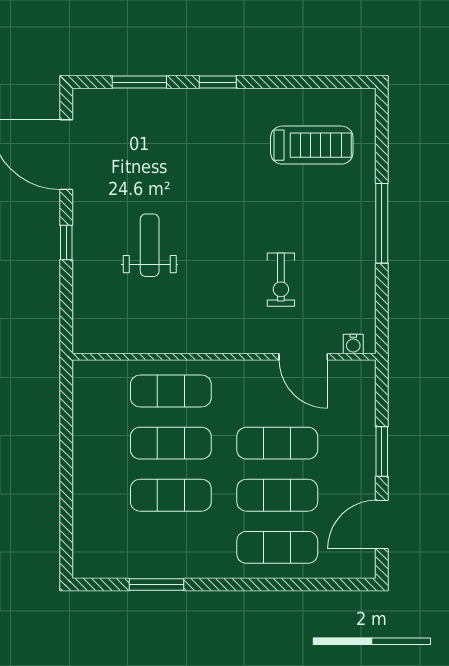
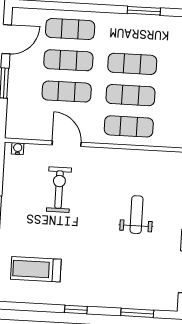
window: (218, 82) -> (76, 309), moved
weight bench: (150, 245) -> (137, 215), turned 180
exercise bike: (281, 280) -> (59, 190), width x1.38, depth x1.39
door: (303, 357) -> (67, 144), moved

